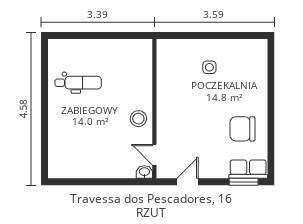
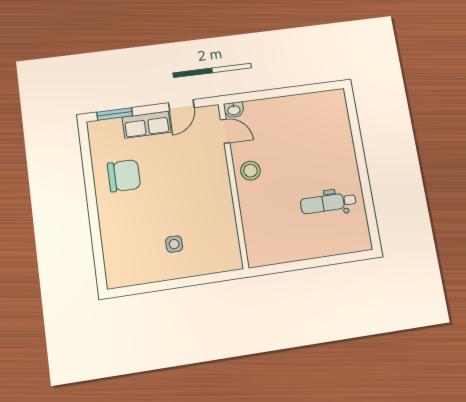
row of seats: (248, 169) -> (147, 125), moved

